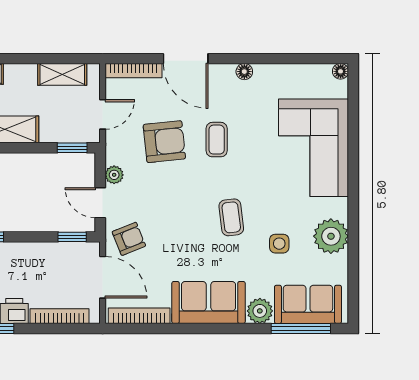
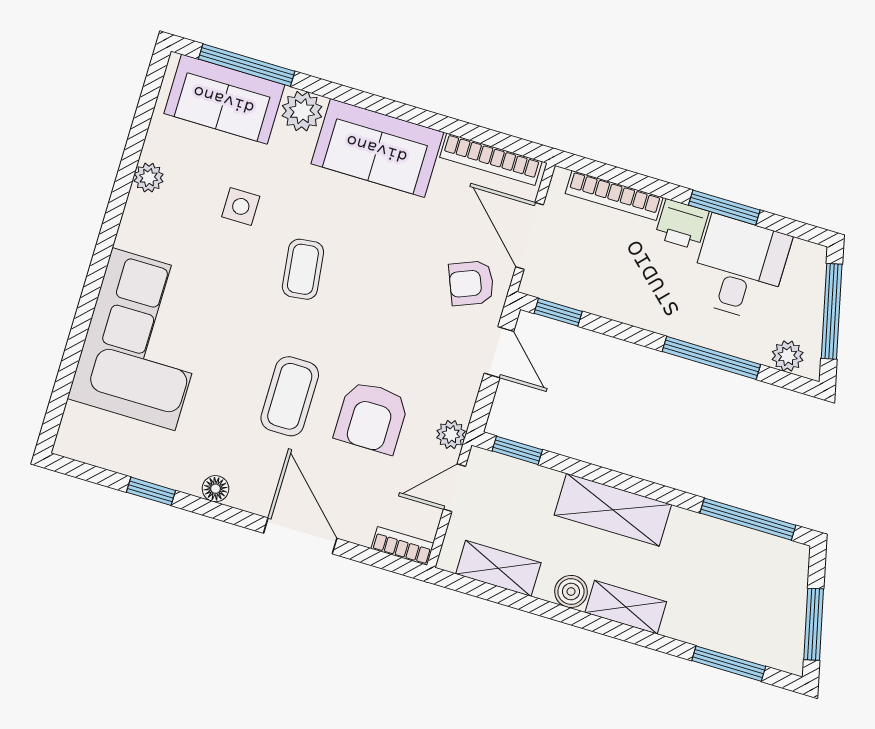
window: (282, 59) -> (151, 491), added
bookcase: (133, 71) -> (402, 546), width x0.64
floor lamp: (341, 71) -> (67, 445), removed
boiler: (15, 73) -> (571, 592), added
coffee table: (217, 140) -> (290, 396), width x1.36, depth x1.30
armchair: (164, 142) -> (372, 417), turned -84
plant: (114, 175) -> (451, 435), moved
plant: (331, 236) -> (149, 178), width x0.53, depth x0.53

